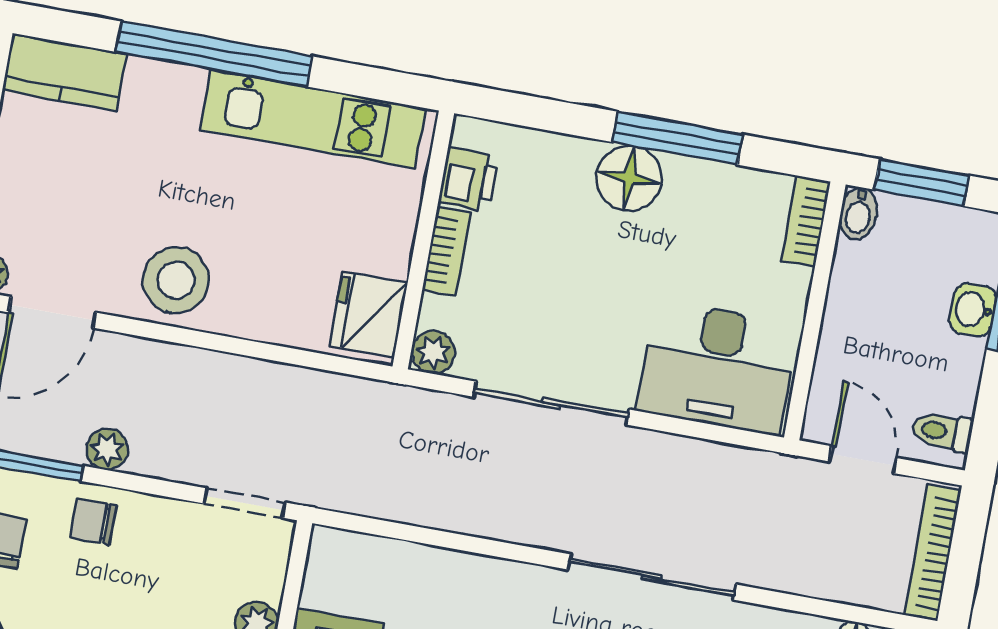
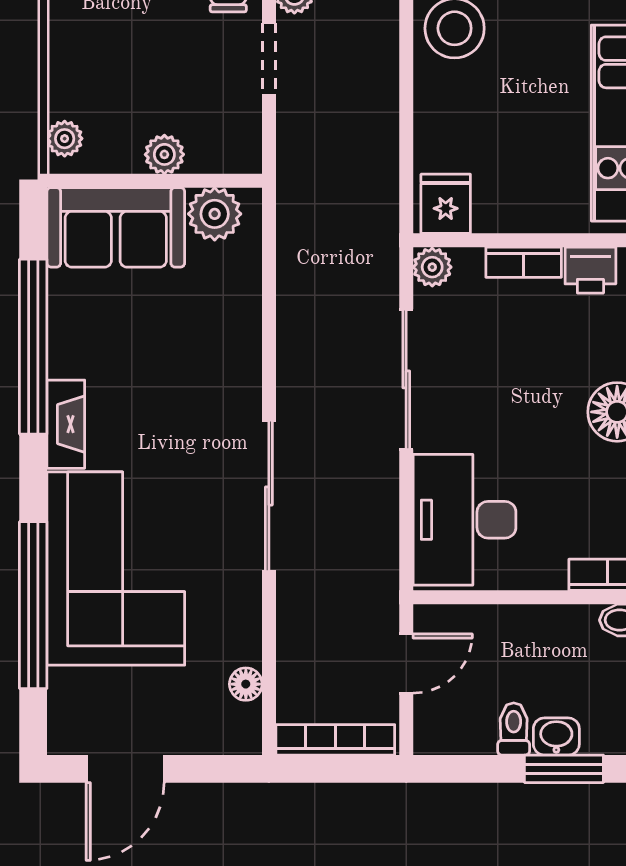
fridge: (369, 314) -> (446, 204), width x0.72
toilet: (942, 431) -> (514, 729), moved
doorway: (245, 503) -> (269, 59), moved
plant: (332, 580) -> (215, 214), added

